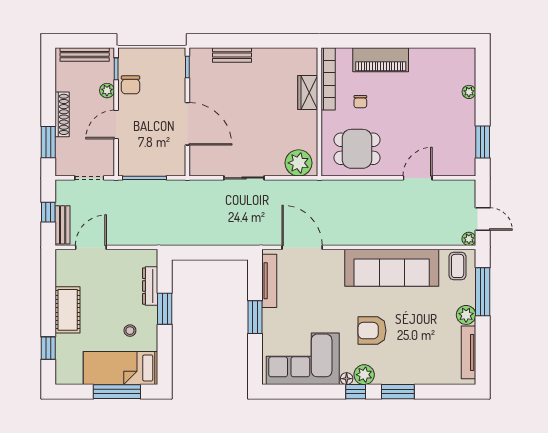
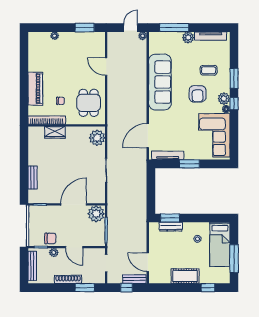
plant: (172, 161) -> (96, 214), added
coffee table: (458, 266) -> (209, 70), moved
window: (165, 309) -> (170, 218), moved
window: (117, 392) -> (234, 259), moved

